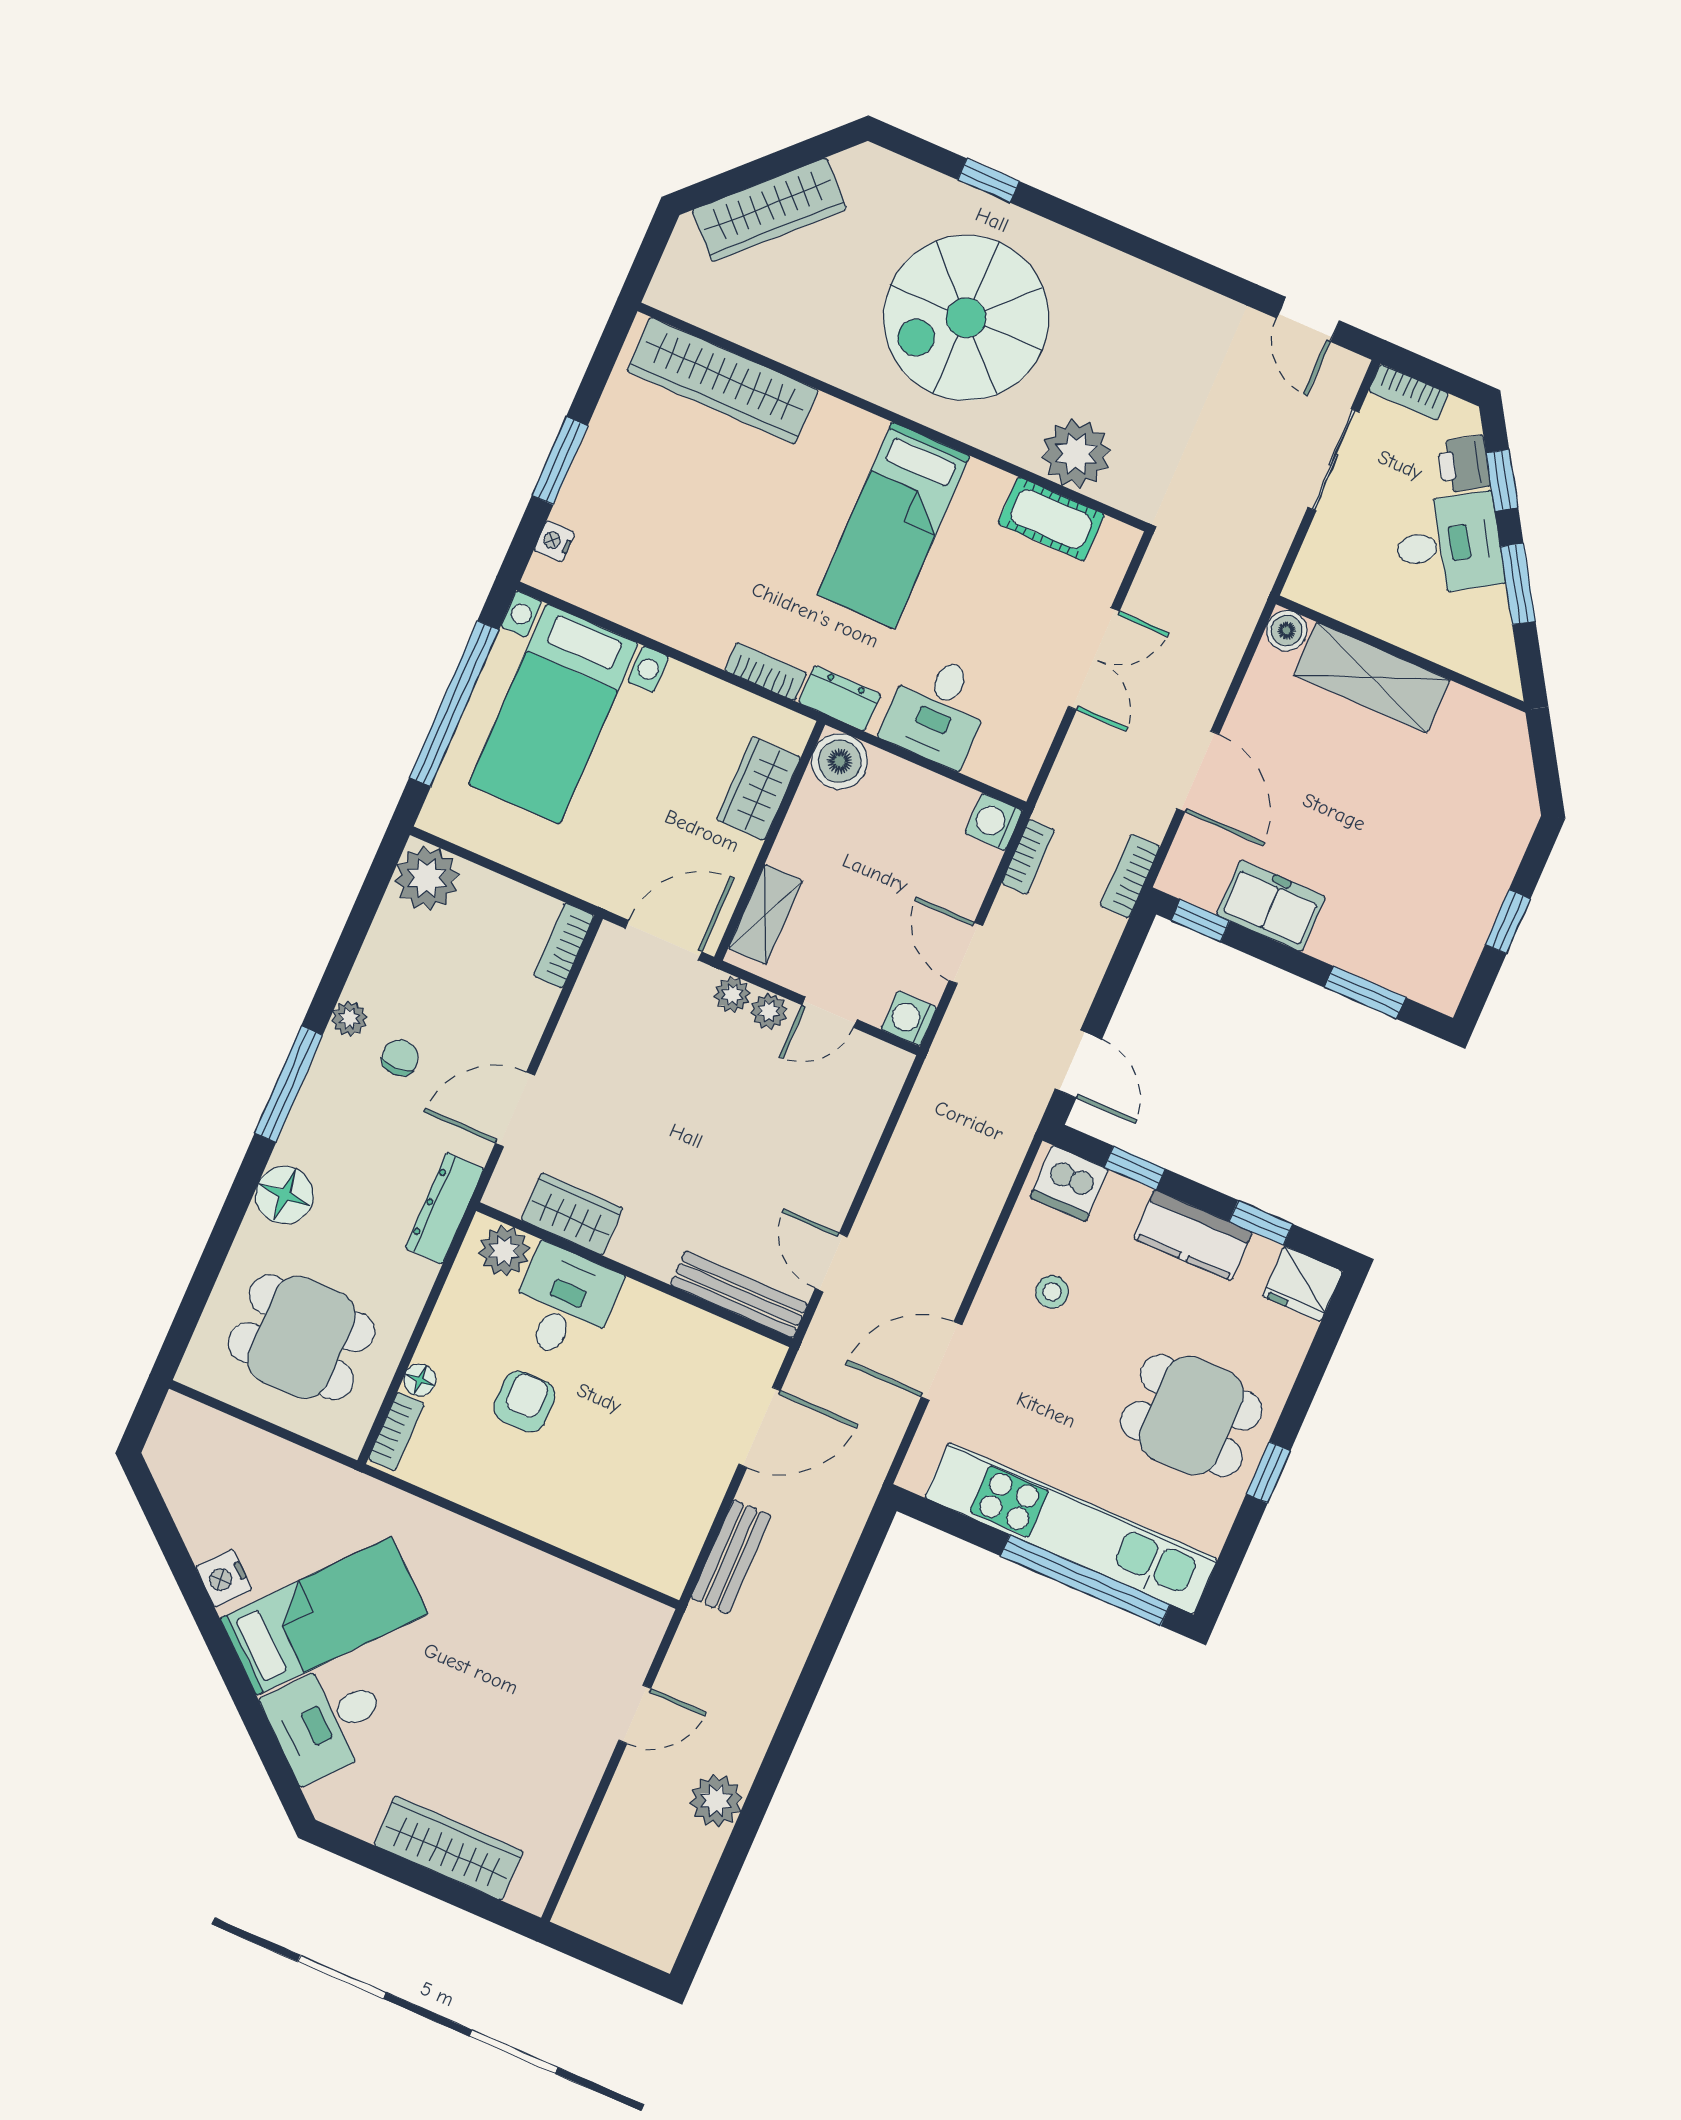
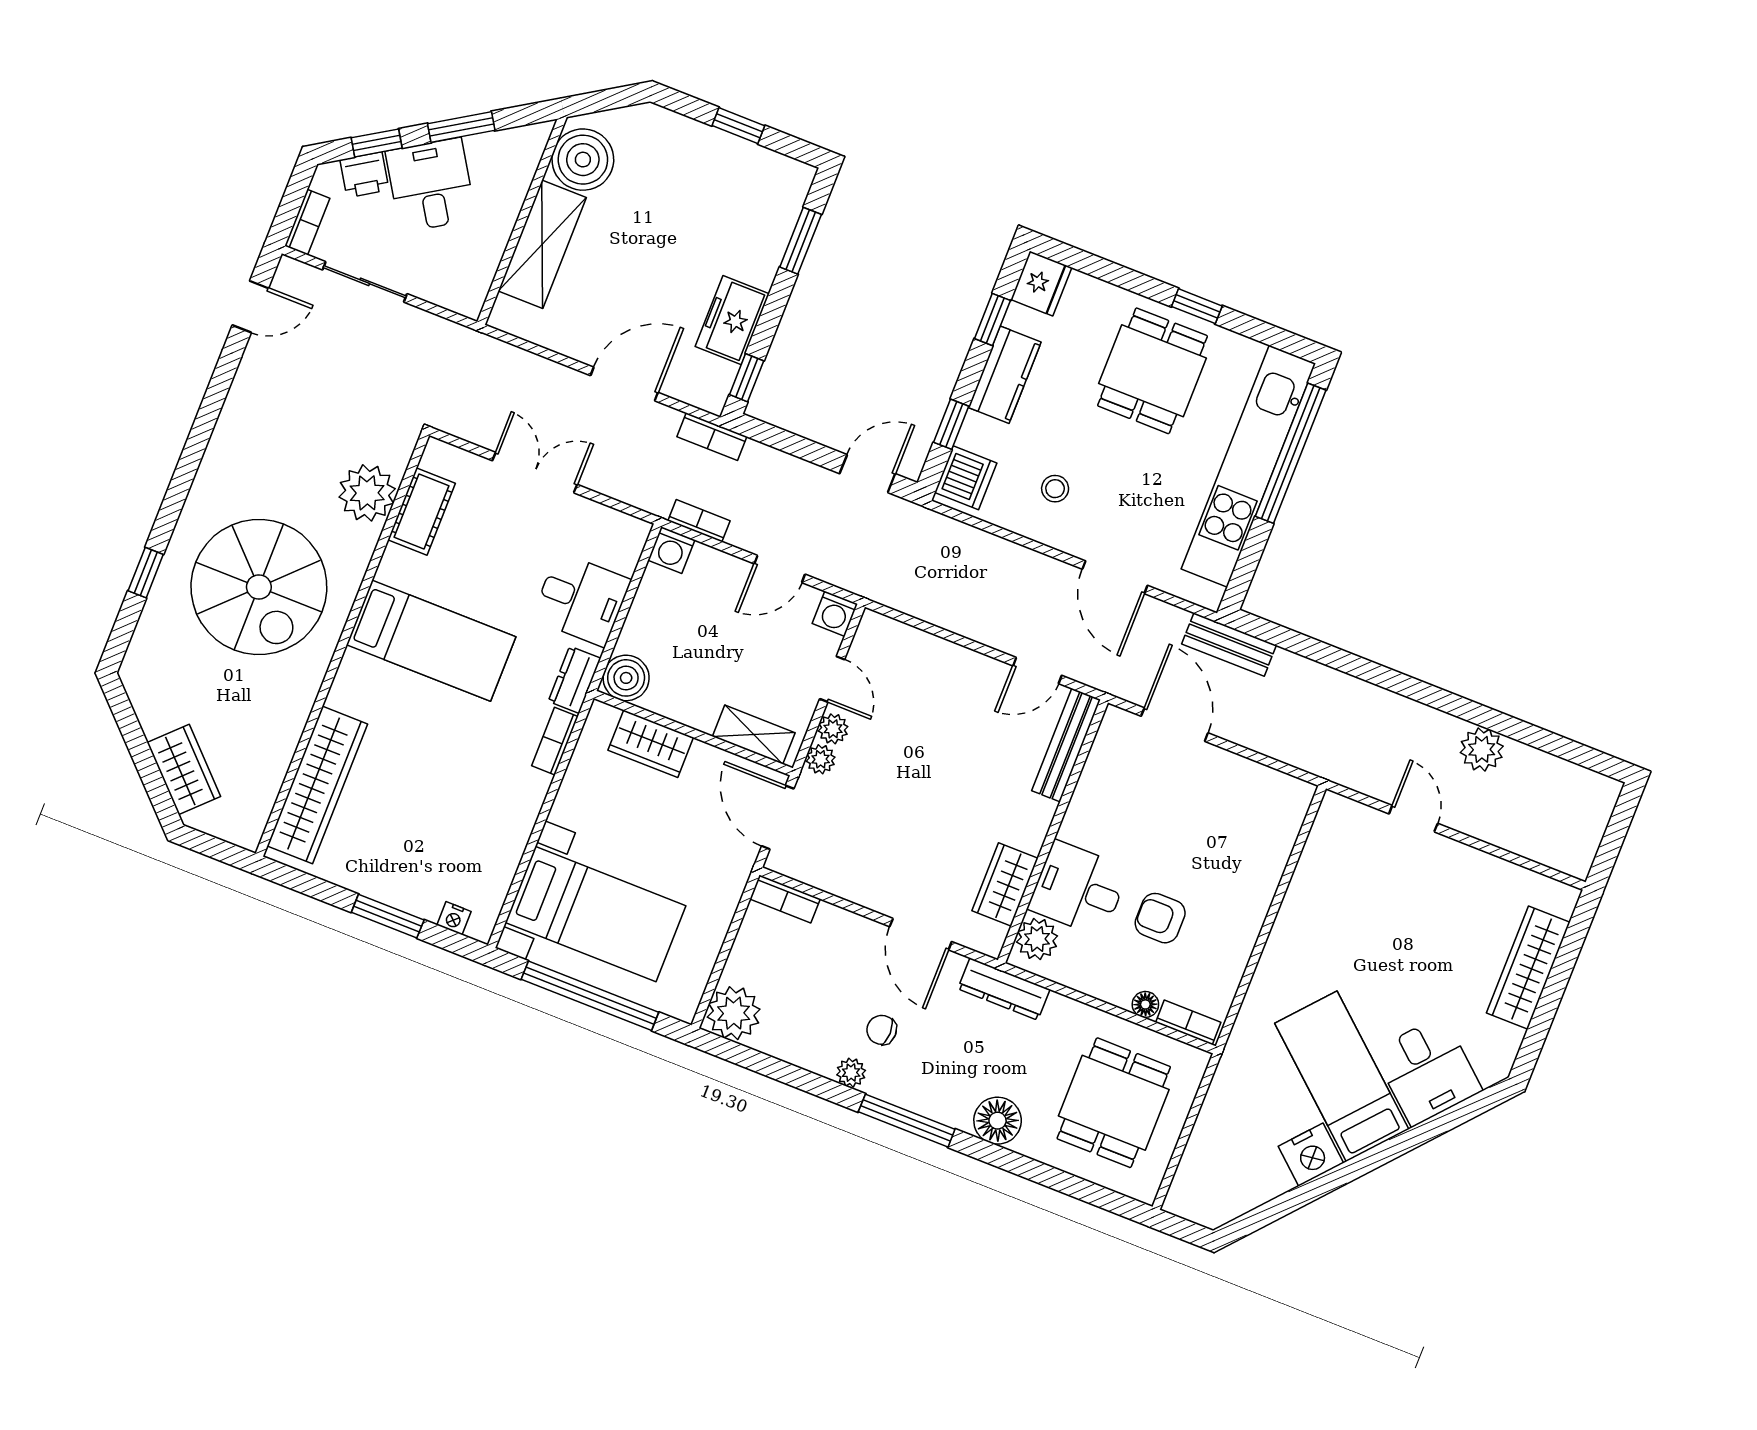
wardrobe: (769, 210) -> (184, 770), width x0.67
boiler: (1287, 631) -> (583, 160), moved, width x1.86, depth x1.86
bench: (731, 1557) -> (1229, 645), moved
nightstand: (224, 1578) -> (1311, 1155), width x1.36, depth x1.33

